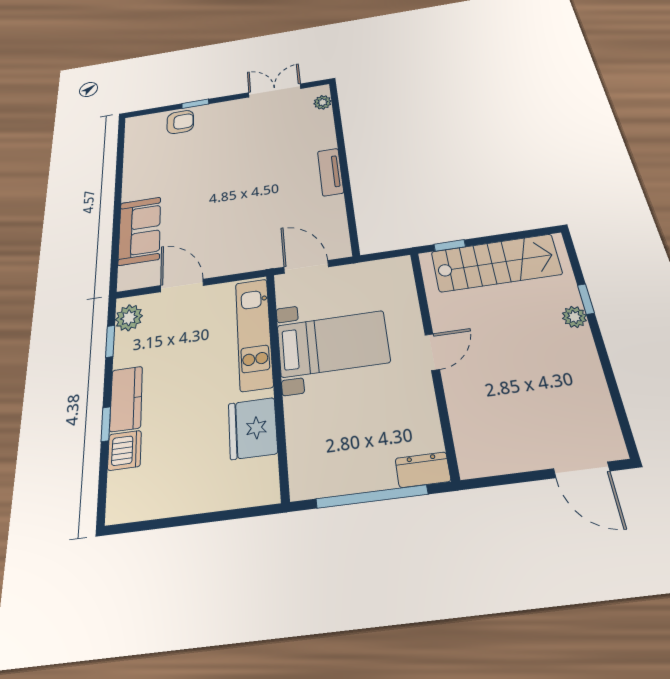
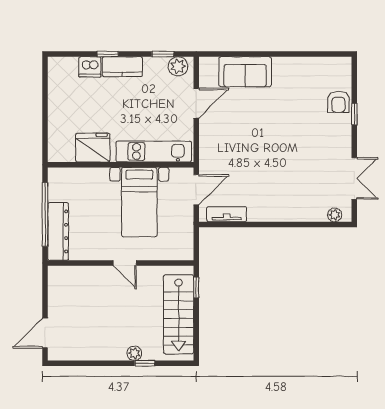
tv unit: (330, 172) -> (227, 214), moved
dresser: (423, 470) -> (58, 231), width x1.96, depth x1.24

